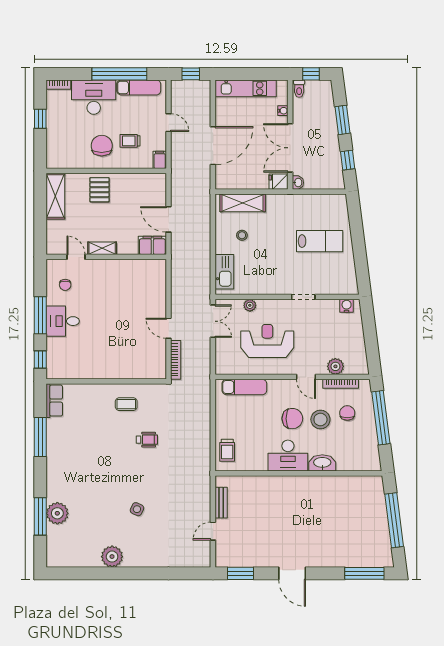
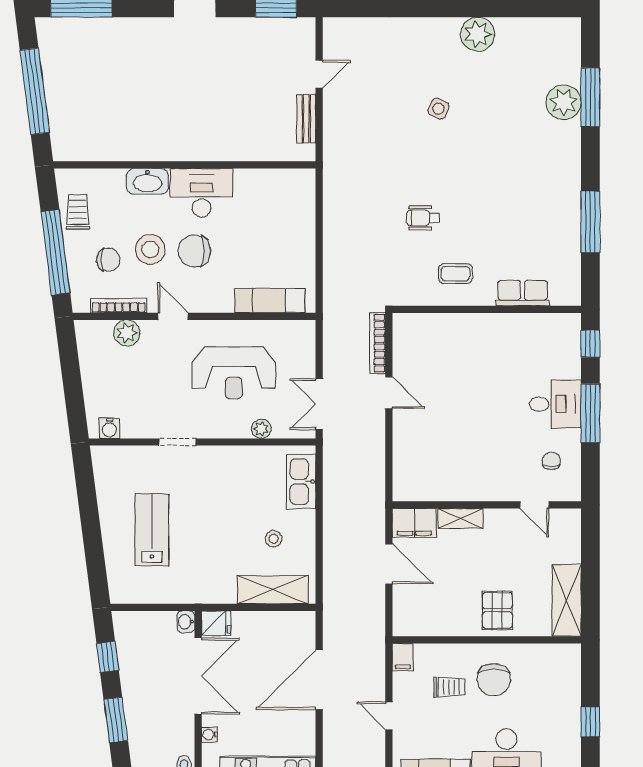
lab bench: (320, 241) -> (152, 530), turned 90
shelving: (102, 248) -> (461, 518), moved
row of seats: (54, 401) -> (523, 293), moved, turned 90
chair: (347, 413) -> (108, 260), turned -90
trolley: (227, 450) -> (78, 212), moved

